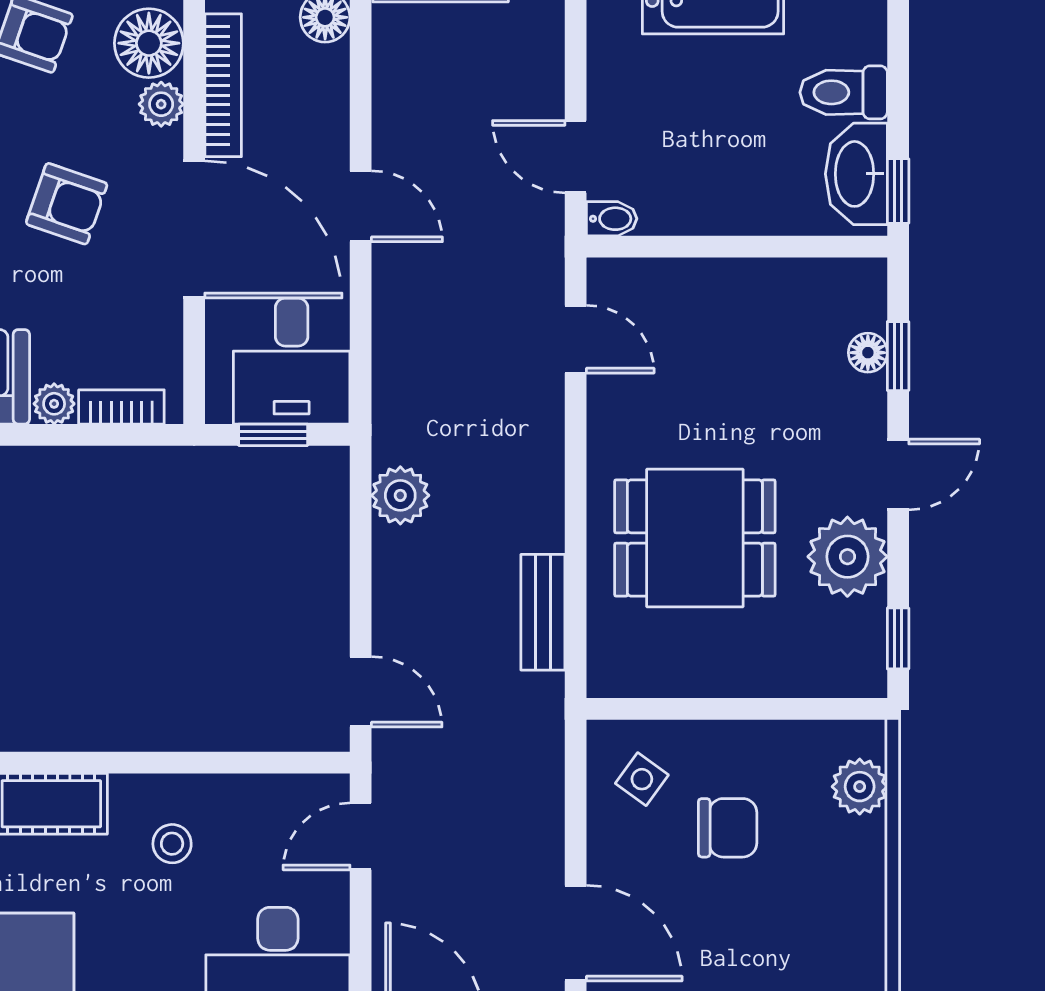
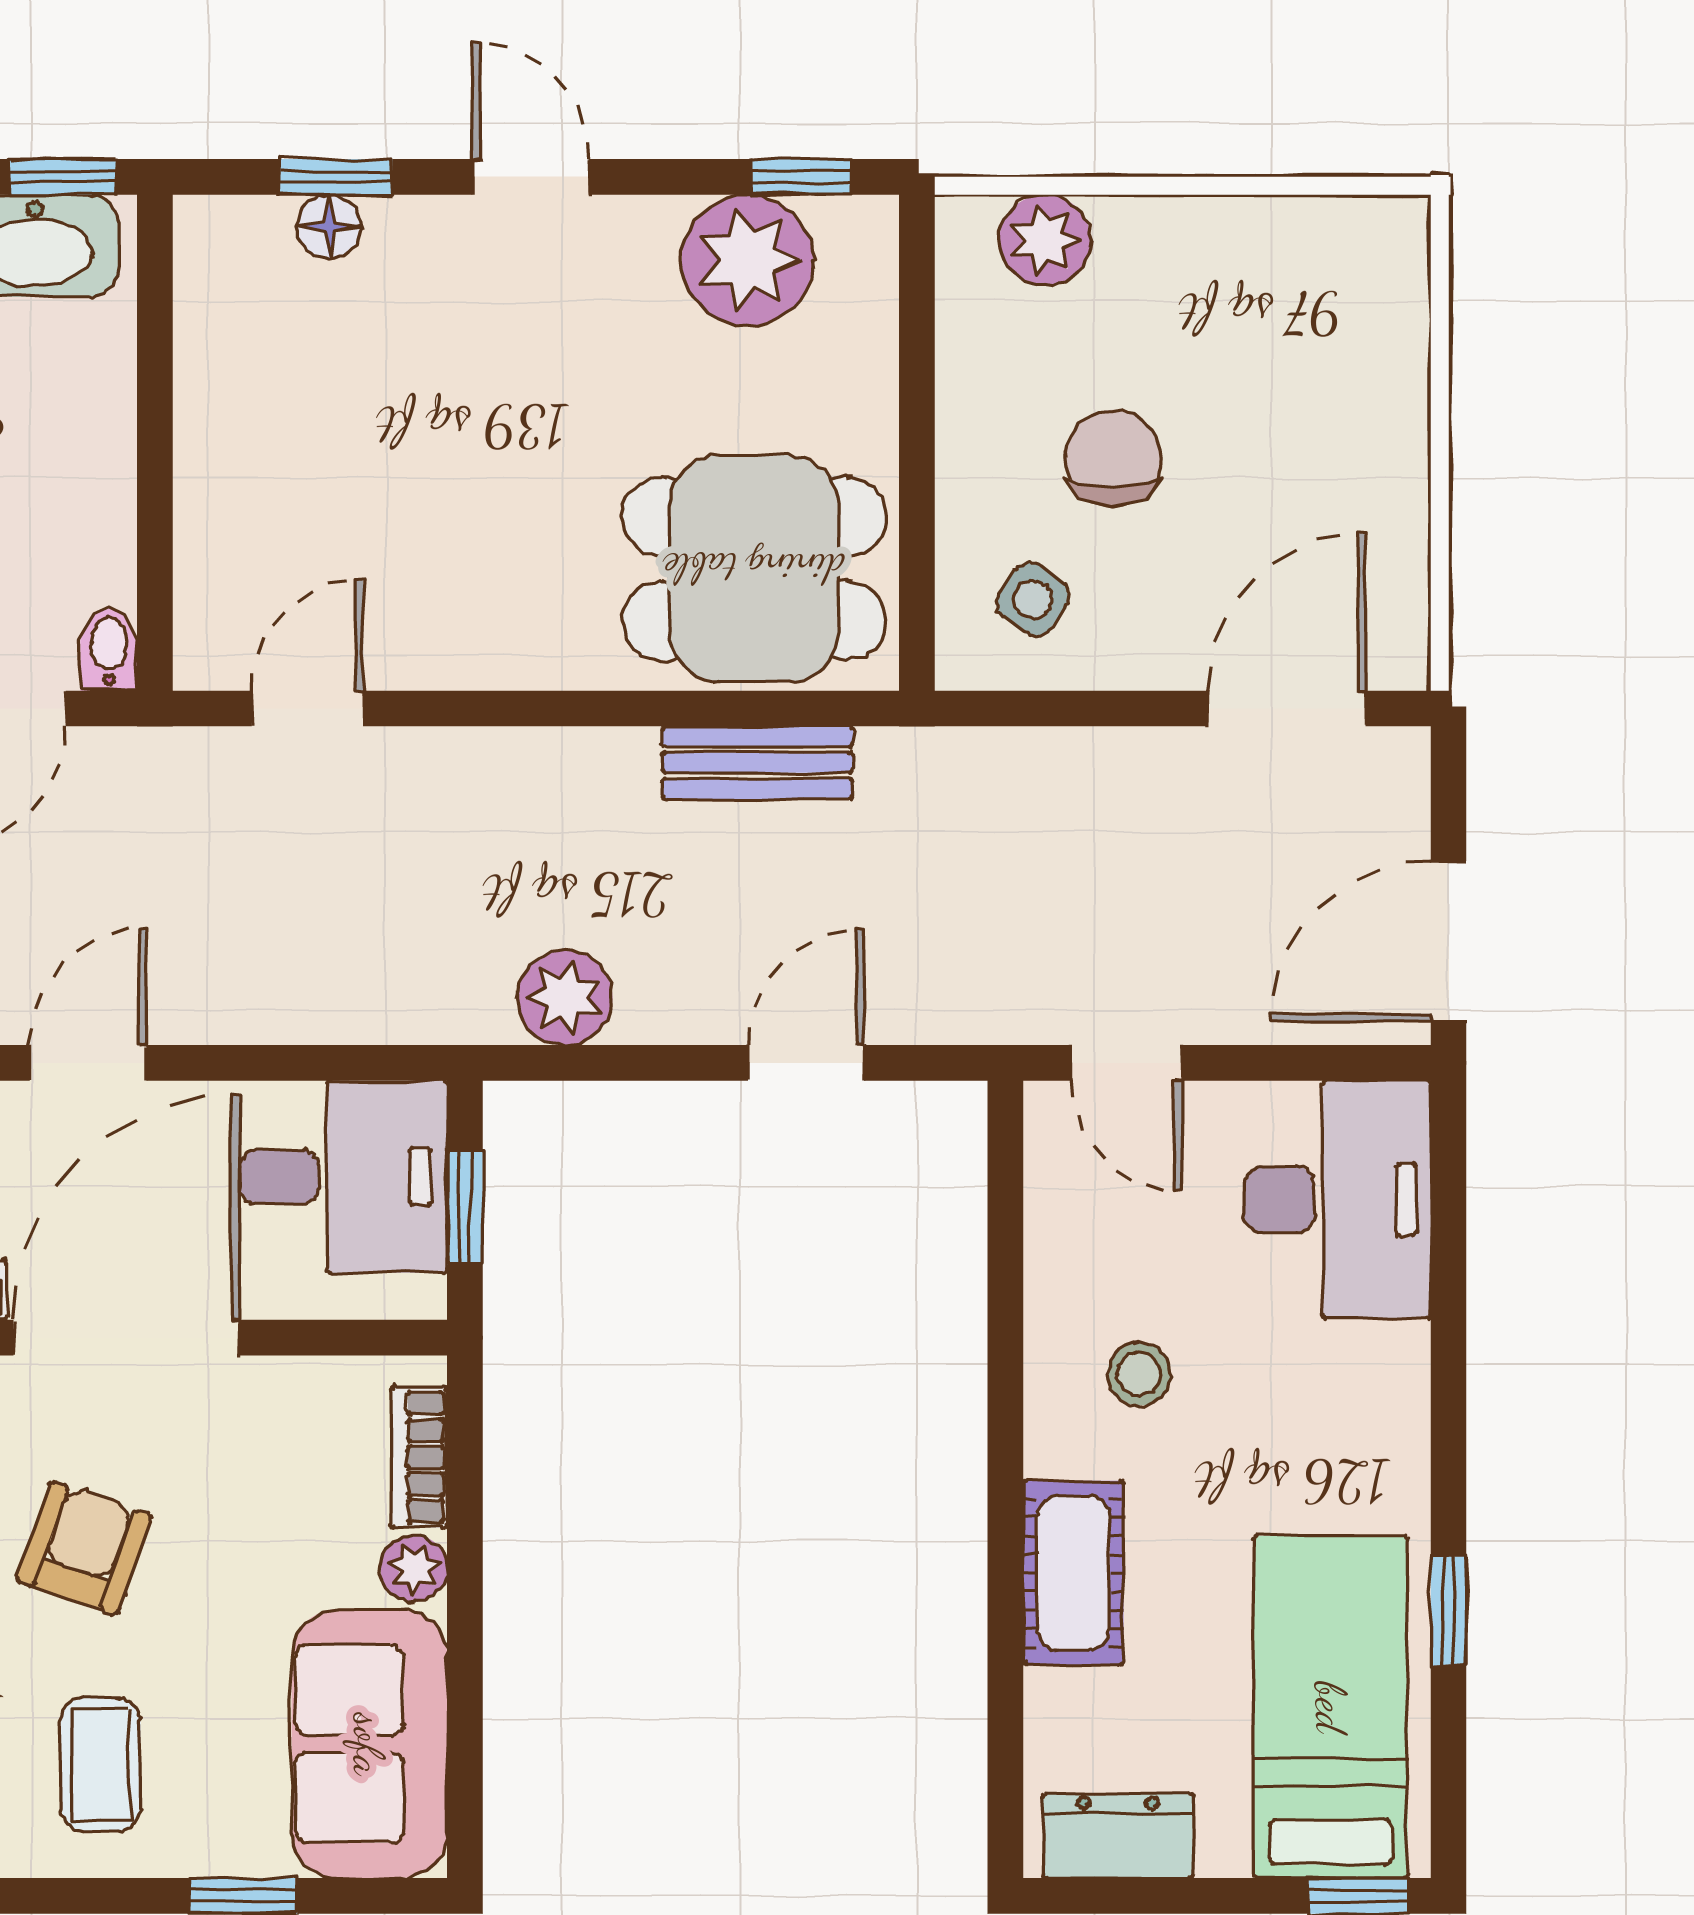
dining table: (695, 538) -> (754, 569), moved, turned 90
plant: (847, 557) -> (747, 260), moved
door: (361, 692) -> (806, 1063), moved

